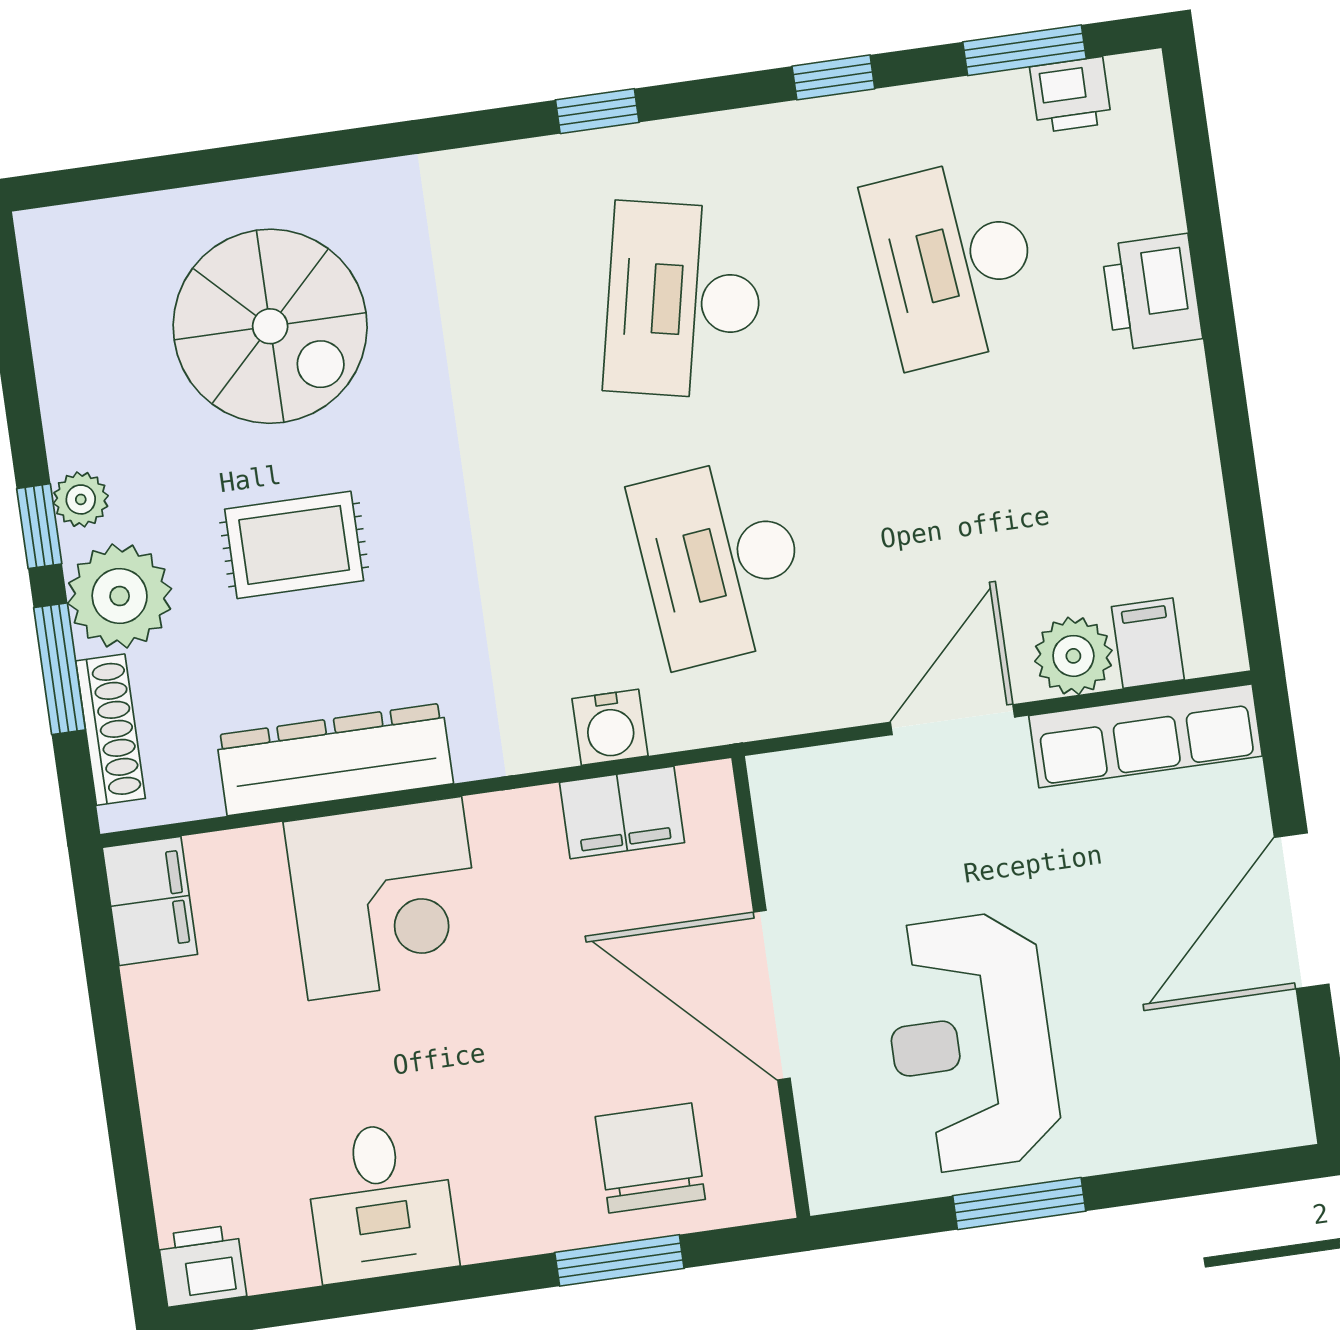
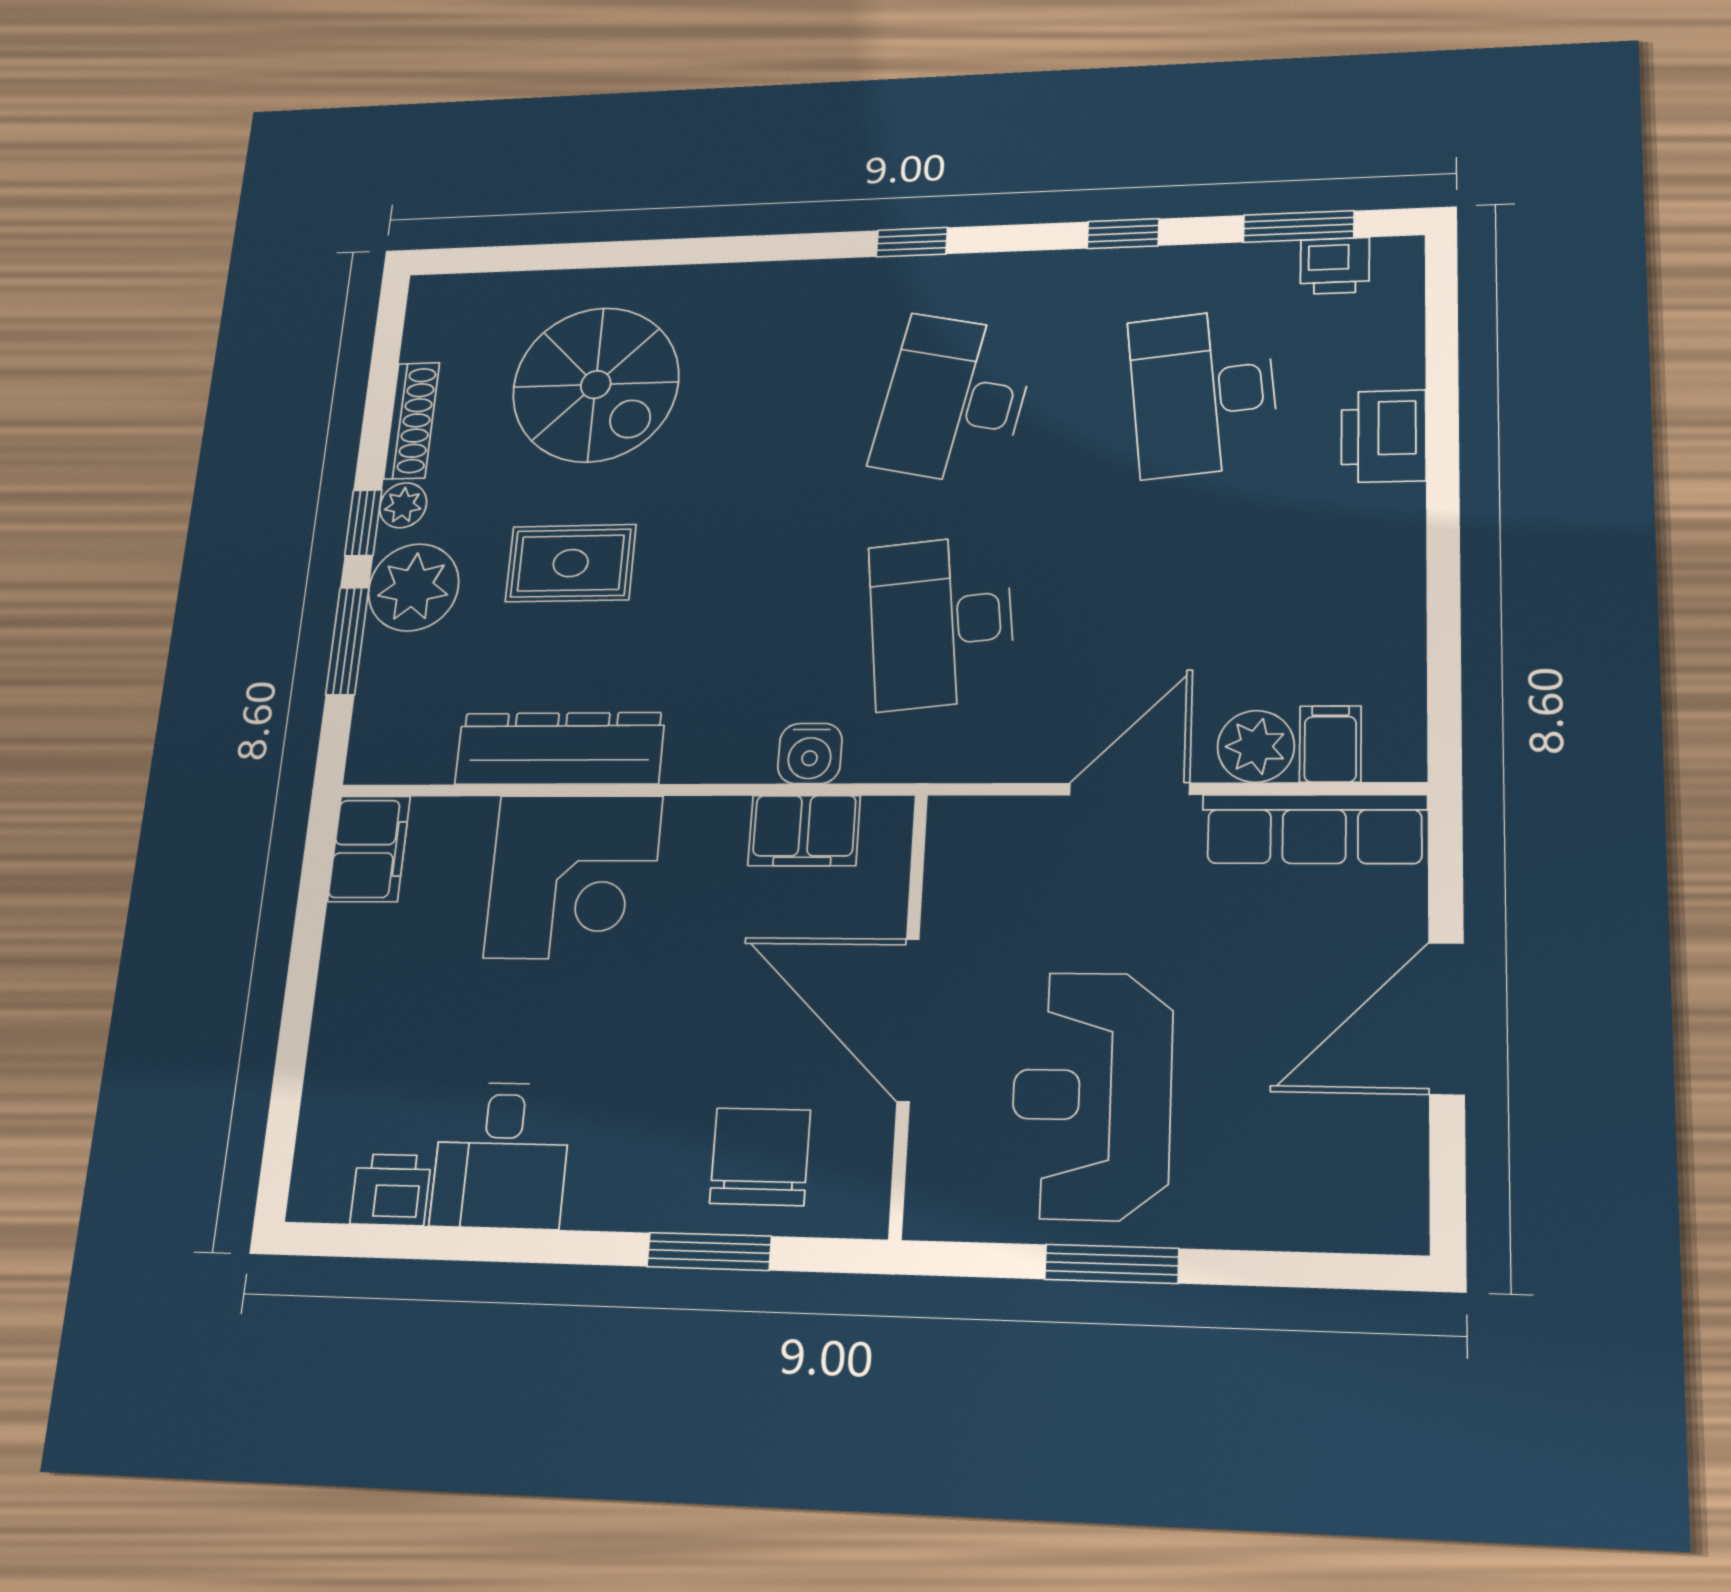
shoe rack: (111, 730) -> (412, 421), moved
printer: (202, 1266) -> (391, 1190), moved

